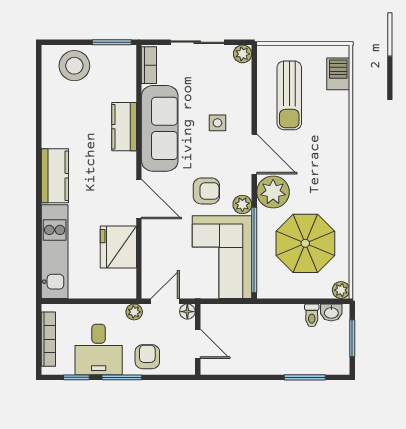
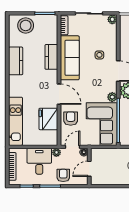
kitchen counter: (55, 176) -> (16, 61), moved
armchair: (206, 191) -> (71, 119), moved, turned -90
door: (198, 344) -> (89, 169), swing flipped
desk: (99, 349) -> (39, 161), moved, turned 180

